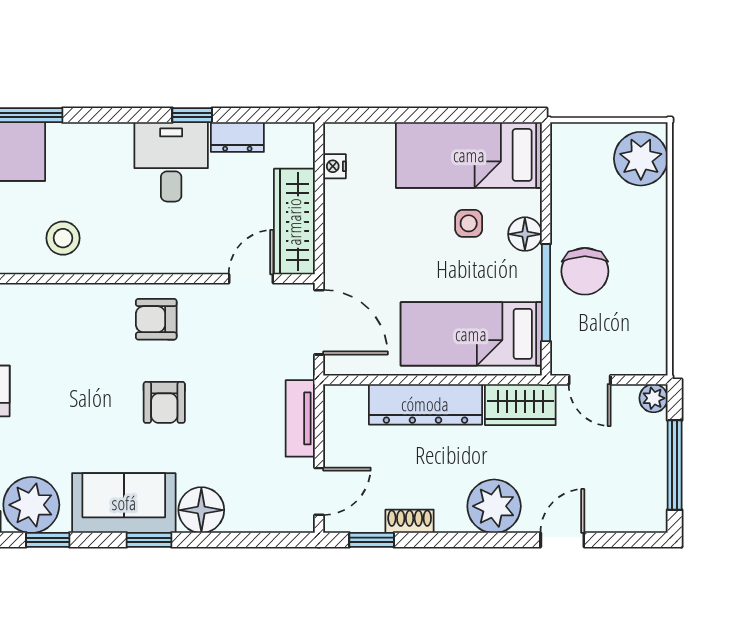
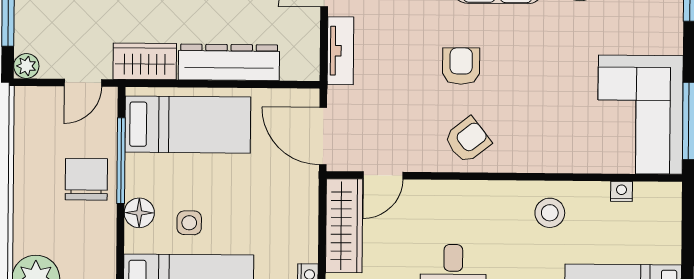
armchair: (156, 319) -> (468, 140), turned -38
door: (590, 380) -> (83, 83), swing flipped

